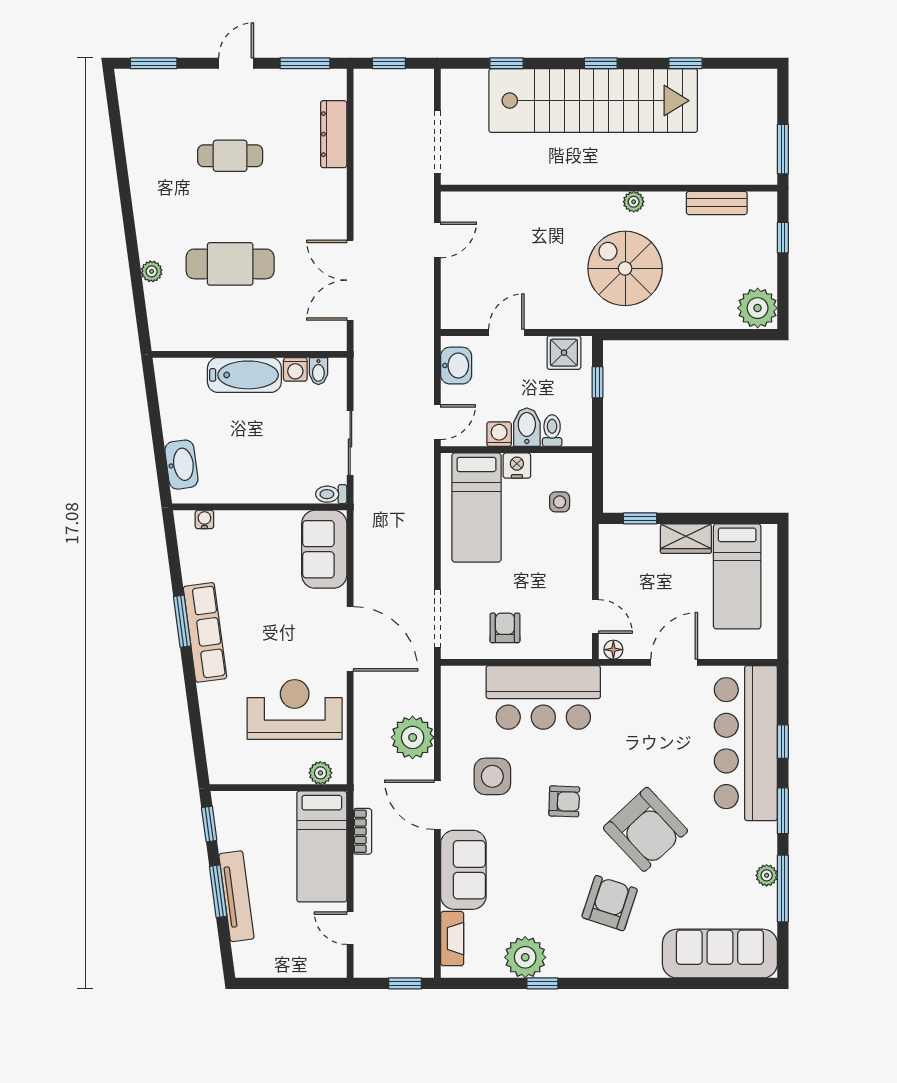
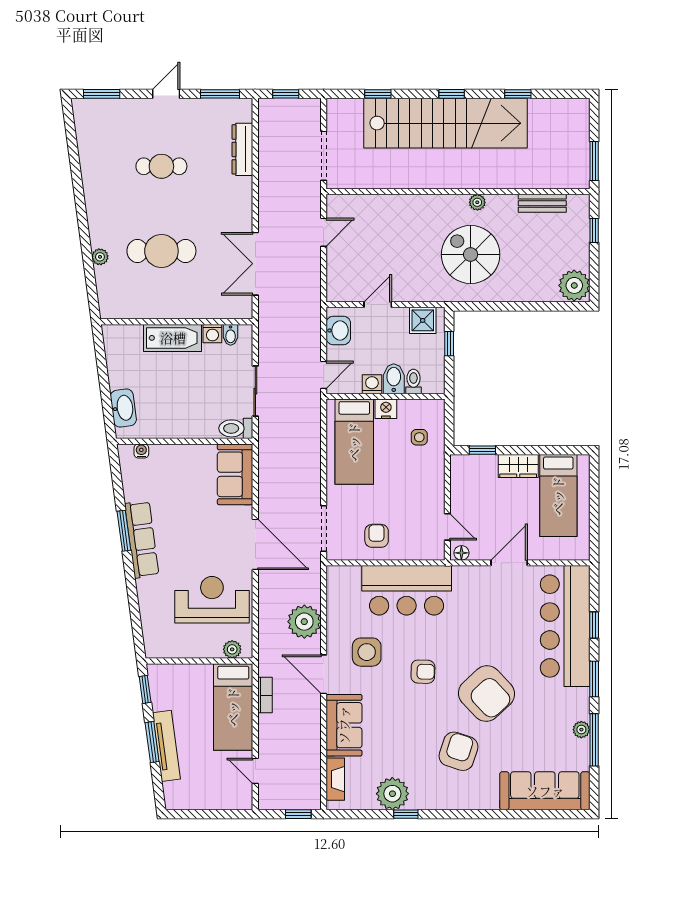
toilet: (331, 494) -> (236, 428), width x1.37, depth x1.39

